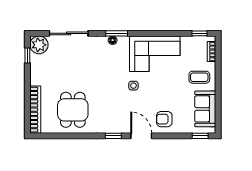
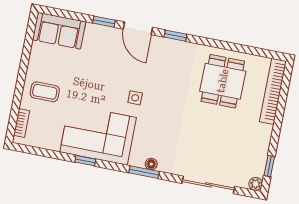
window: (200, 33) -> (85, 161), moved
plant: (39, 45) -> (256, 184), width x0.53, depth x0.53
sofa: (205, 109) -> (59, 31), moved, turned 90
armchair: (164, 119) -> (103, 45), removed
window: (200, 136) -> (104, 22), moved

